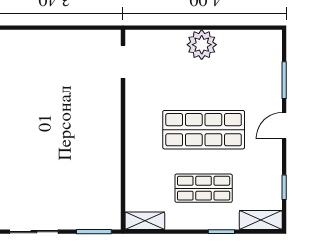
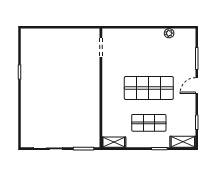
plant: (202, 45) -> (169, 33), moved, width x0.53, depth x0.53

